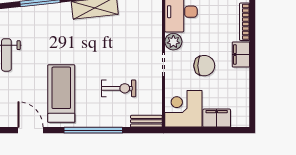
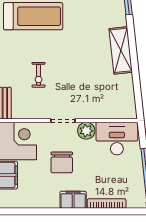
exercise bike: (119, 88) -> (39, 75), width x0.73, depth x0.72

